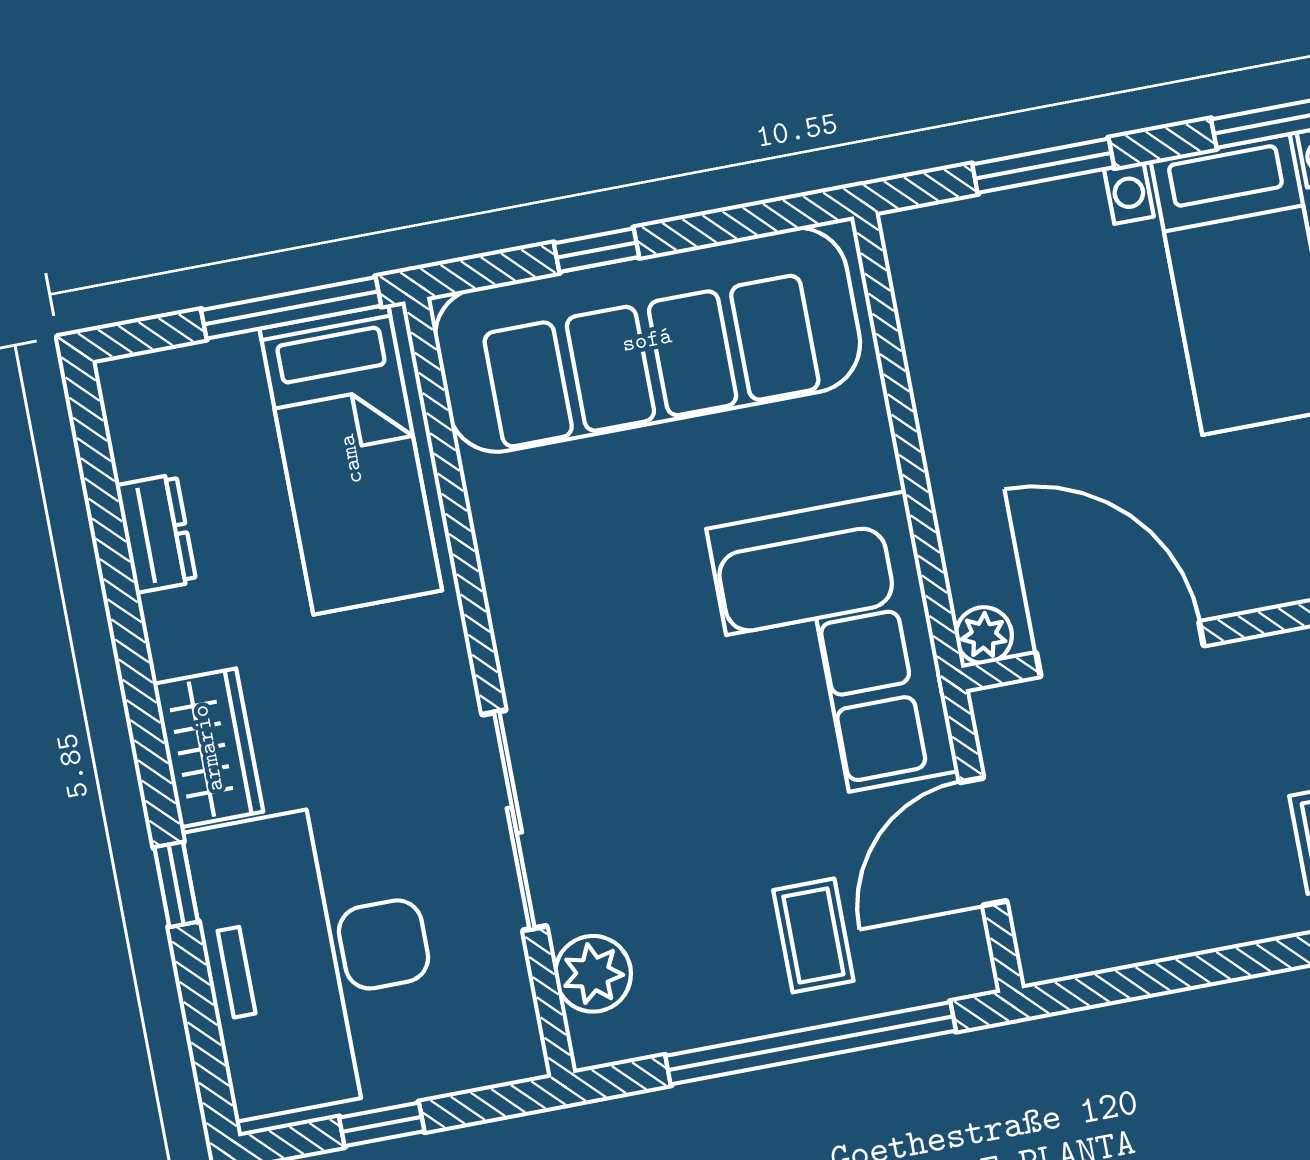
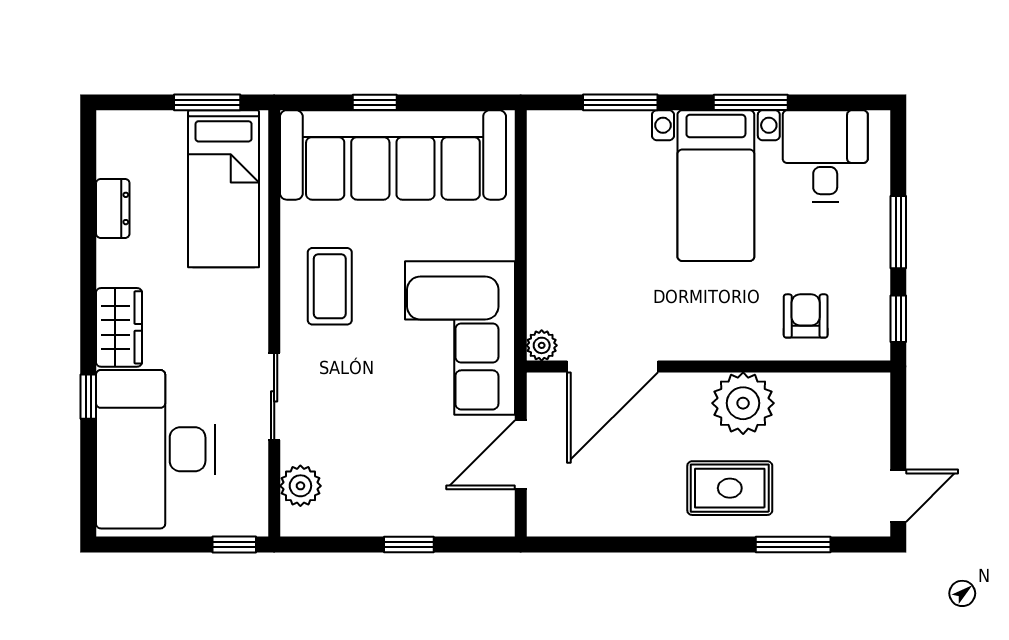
window: (291, 308) -> (207, 102), width x0.69
door: (1120, 649) -> (612, 366), swing flipped
sliding door: (514, 820) -> (274, 396), width x0.73
coffee table: (813, 935) -> (330, 286), moved, width x1.36, depth x1.30
window: (811, 1043) -> (409, 544), width x0.32
window: (382, 1124) -> (234, 544), moved

